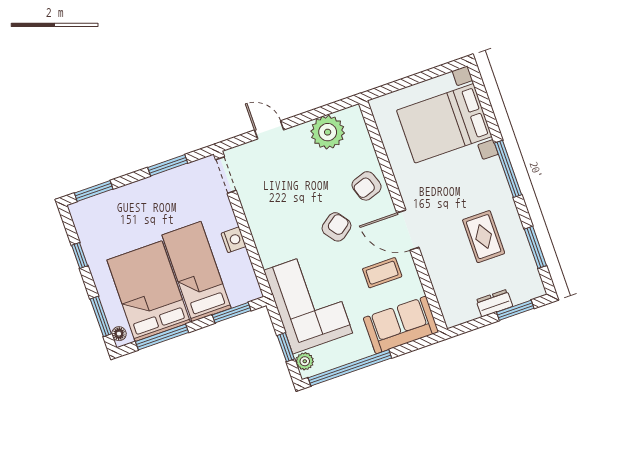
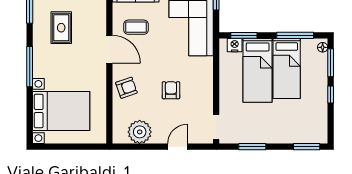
door: (269, 130) -> (178, 147), swing flipped
armchair: (337, 227) -> (171, 90), moved, turned 126
nightstand: (234, 240) -> (235, 45), moved, turned 90
window: (80, 256) -> (331, 94), moved
bed: (149, 291) -> (287, 68), width x0.67

